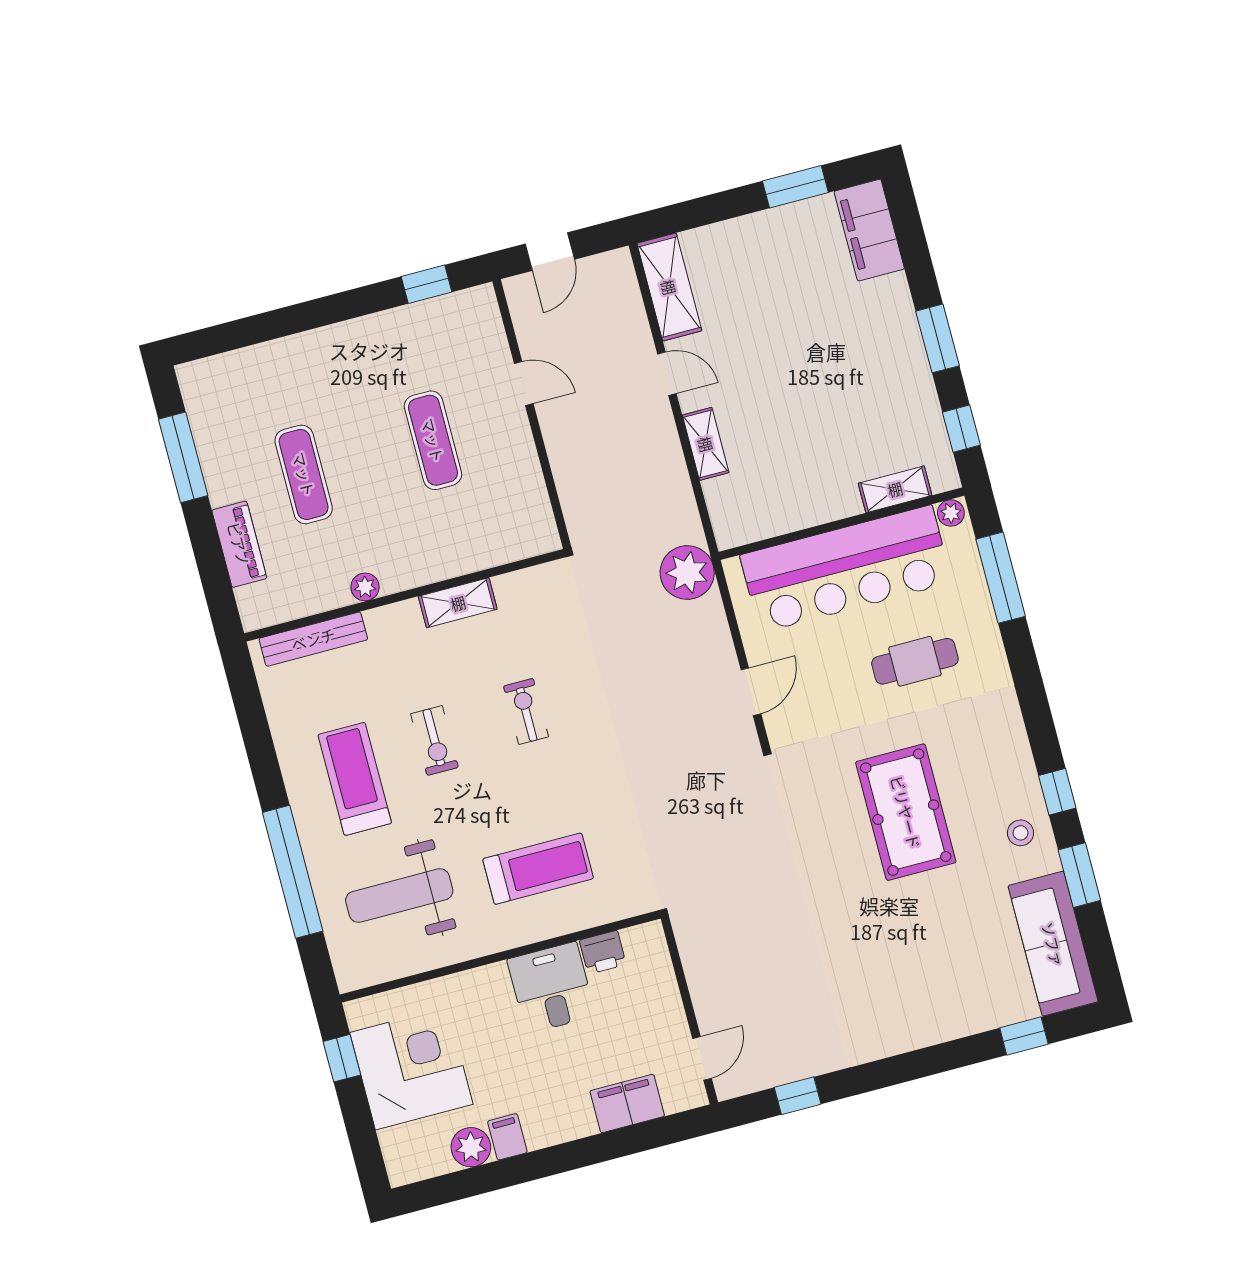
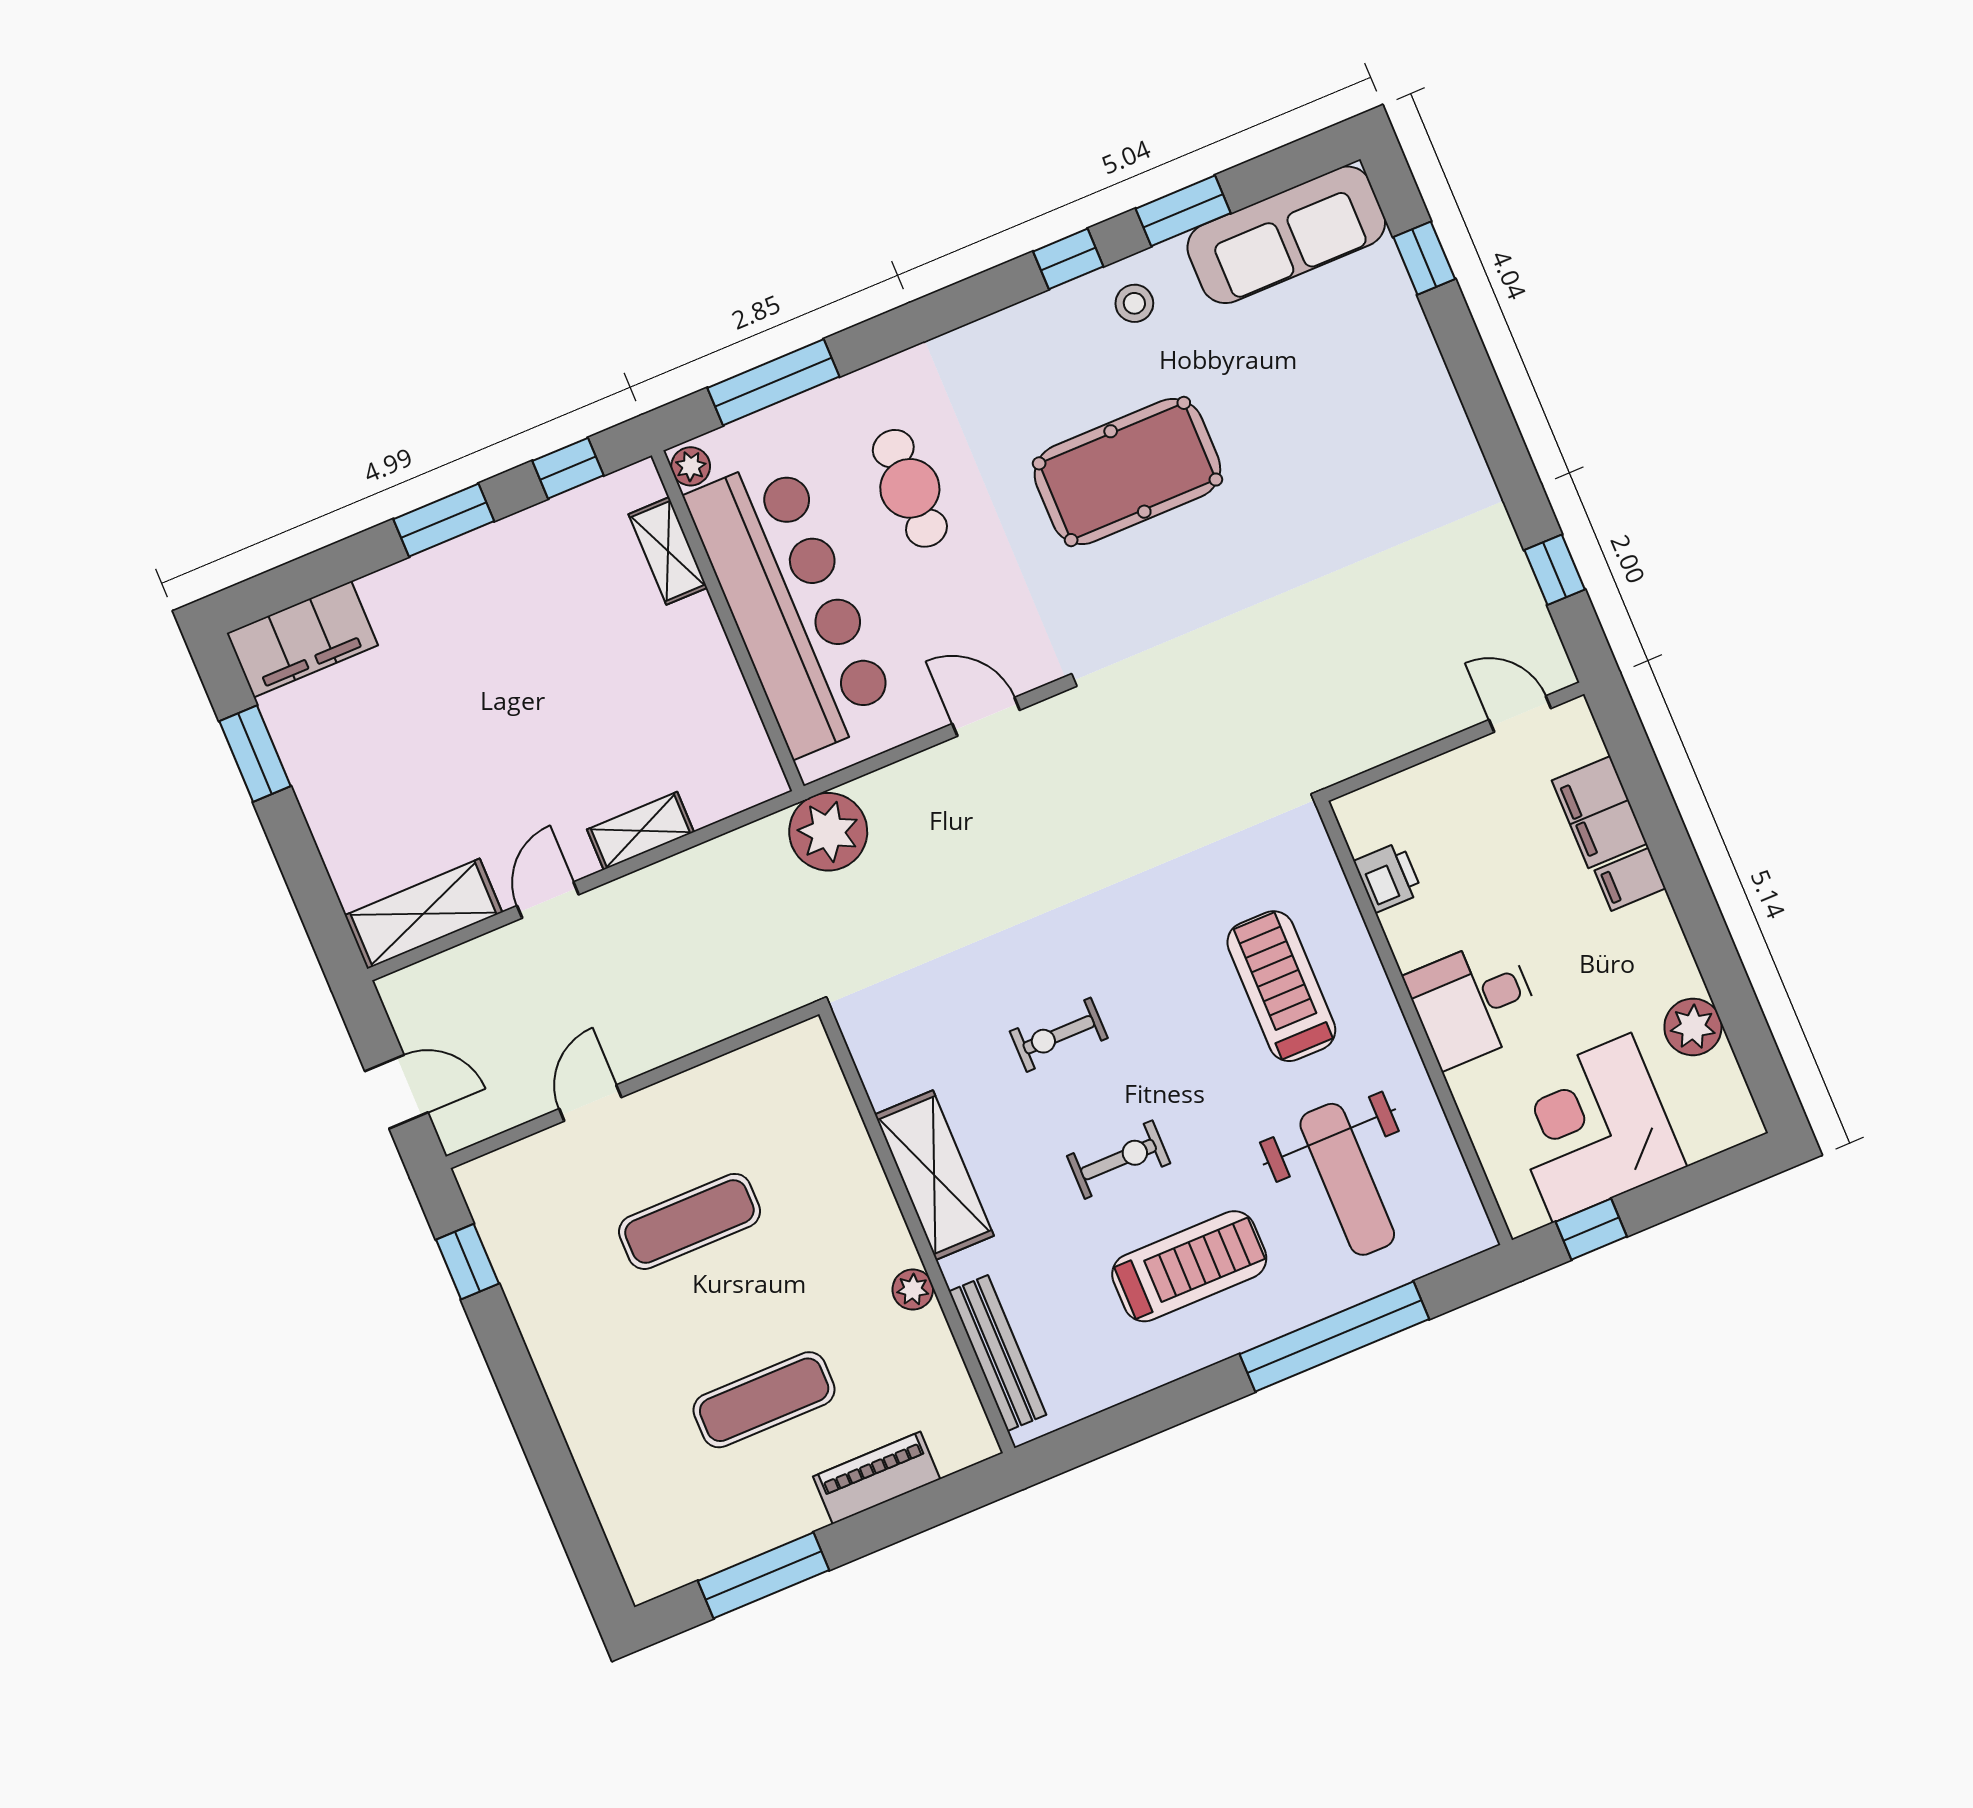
shelving: (458, 603) -> (934, 1175), width x1.50, depth x1.33
treadmill: (355, 779) -> (1189, 1266), turned 180
desk: (551, 988) -> (1473, 1002), moved
filing cabinet: (507, 1137) -> (1630, 879), moved

